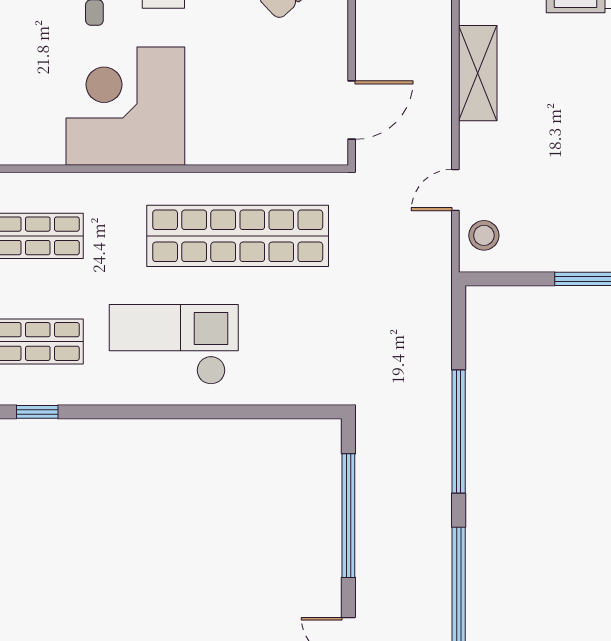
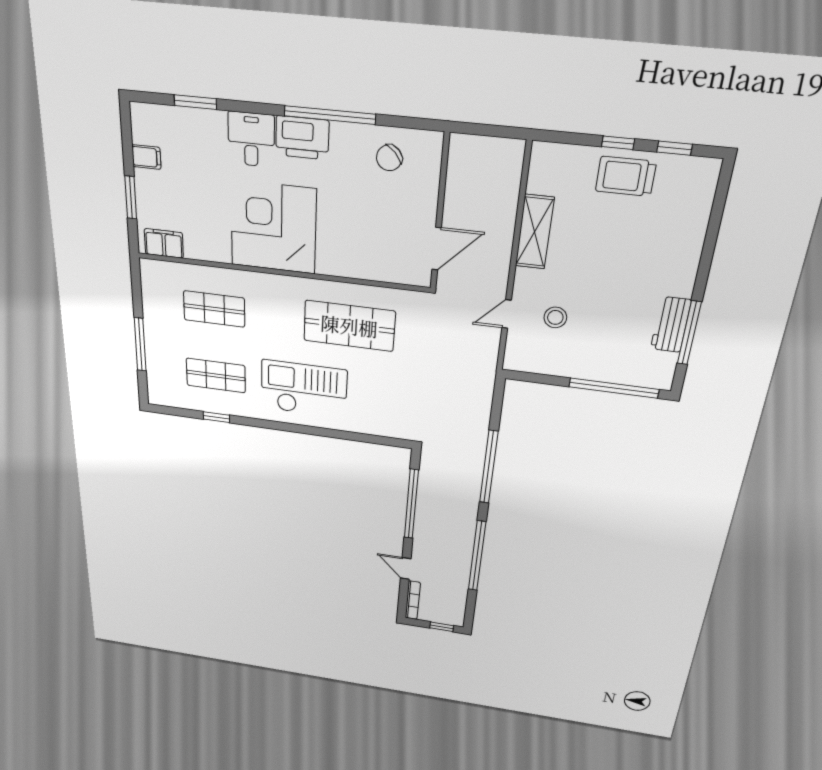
stool: (484, 235) -> (555, 317), moved
shop shelf: (238, 236) -> (349, 326), width x0.71

